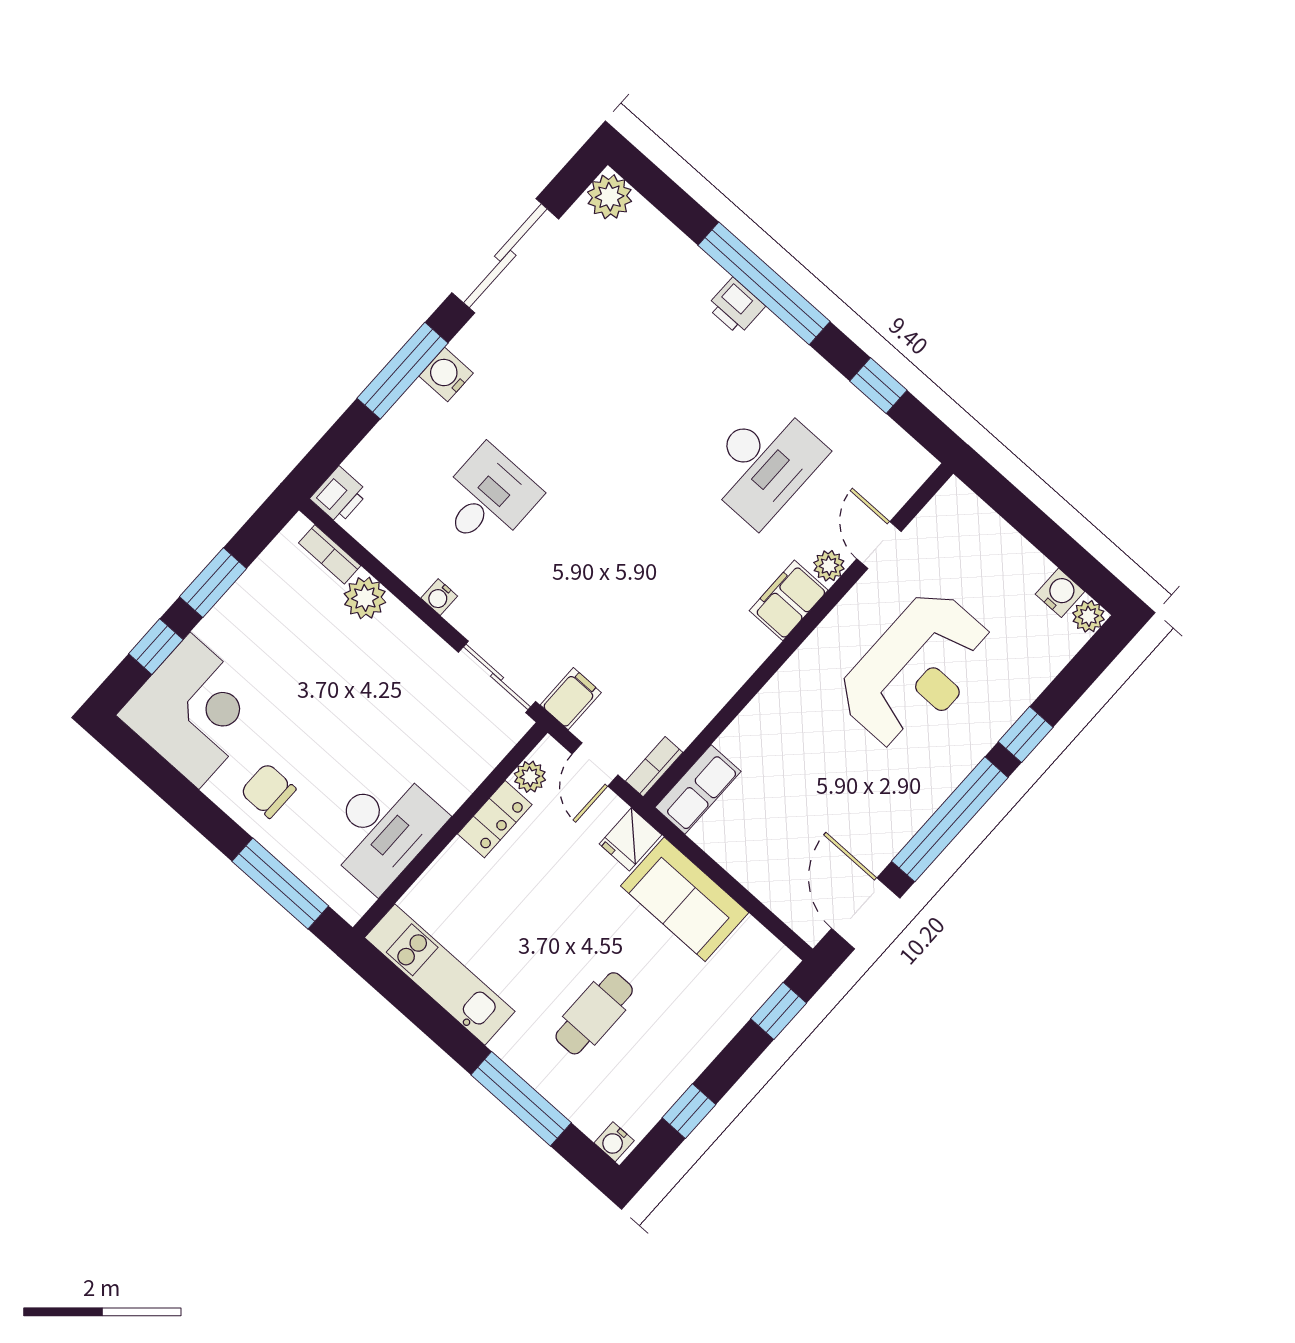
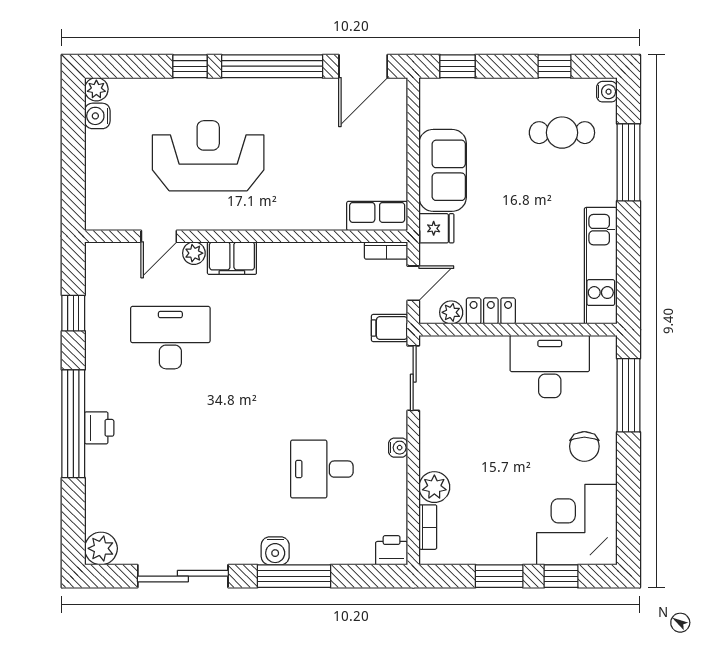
cafe table: (594, 1013) -> (562, 133), moved

